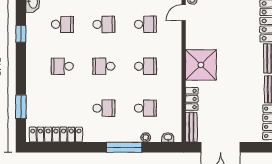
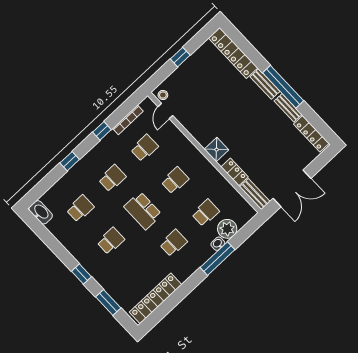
window: (21, 34) -> (81, 274), moved
shower: (201, 65) -> (217, 150), width x0.54, depth x0.54
school desk: (62, 66) -> (111, 241), turned 180
school desk: (104, 66) -> (143, 211), width x1.85
plant: (146, 137) -> (227, 229), width x1.88, depth x1.88
washbasin: (168, 137) -> (218, 244), moved

